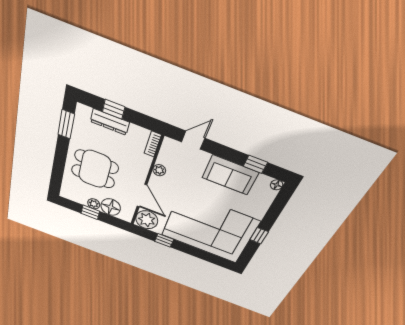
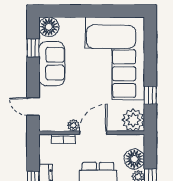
bookcase: (153, 144) -> (63, 139), moved
floor lamp: (277, 185) -> (49, 27), width x1.89, depth x1.89
door: (142, 196) -> (93, 133), moved
window: (259, 236) -> (102, 11), removed

